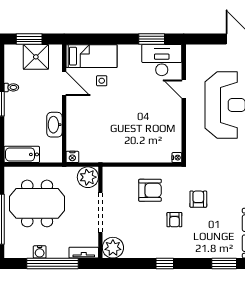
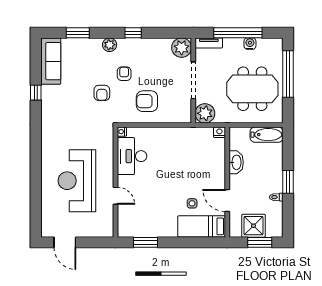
desk: (162, 60) -> (132, 156), moved, turned 90
plant: (190, 251) -> (110, 45), added

